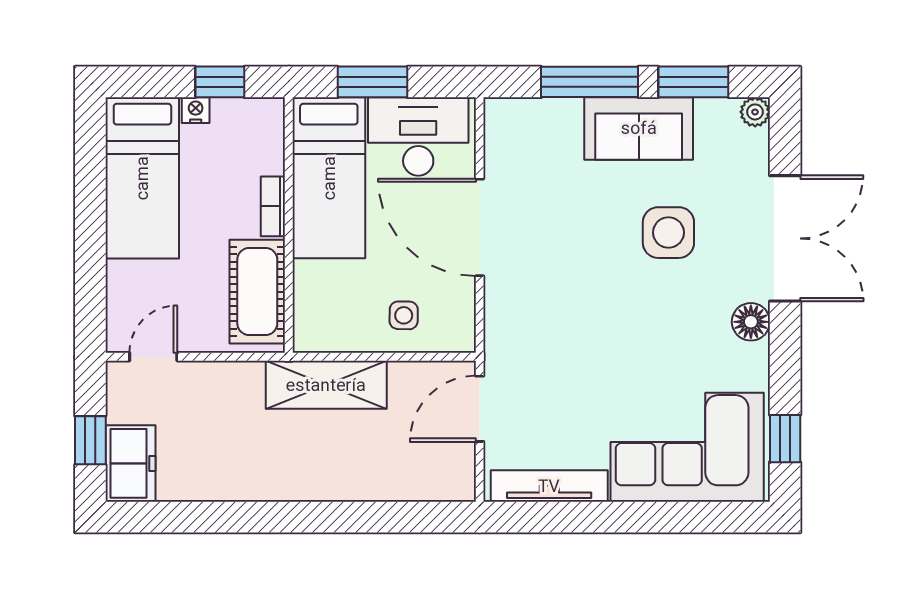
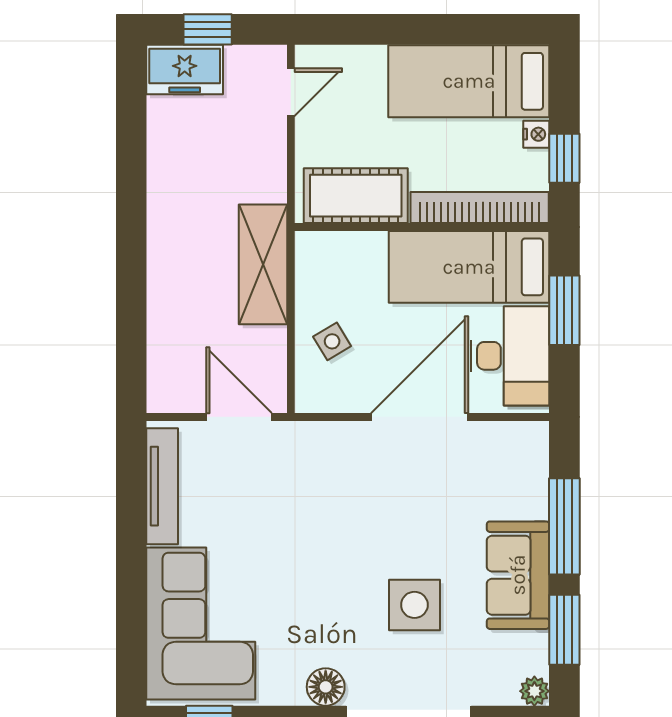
bookcase: (273, 206) -> (480, 208), width x2.31, depth x1.31
side table: (404, 315) -> (332, 341), turned -32
door: (153, 357) -> (291, 92), hinge flipped

